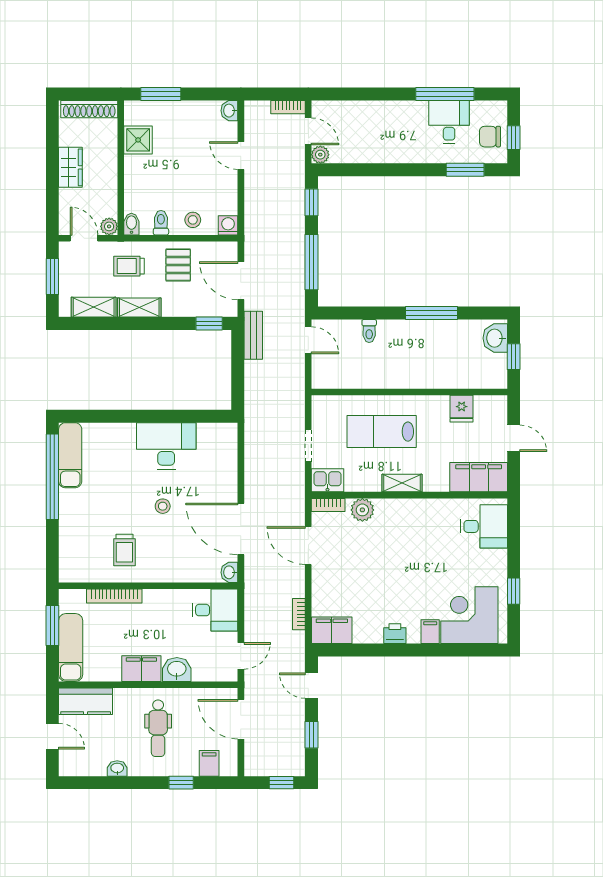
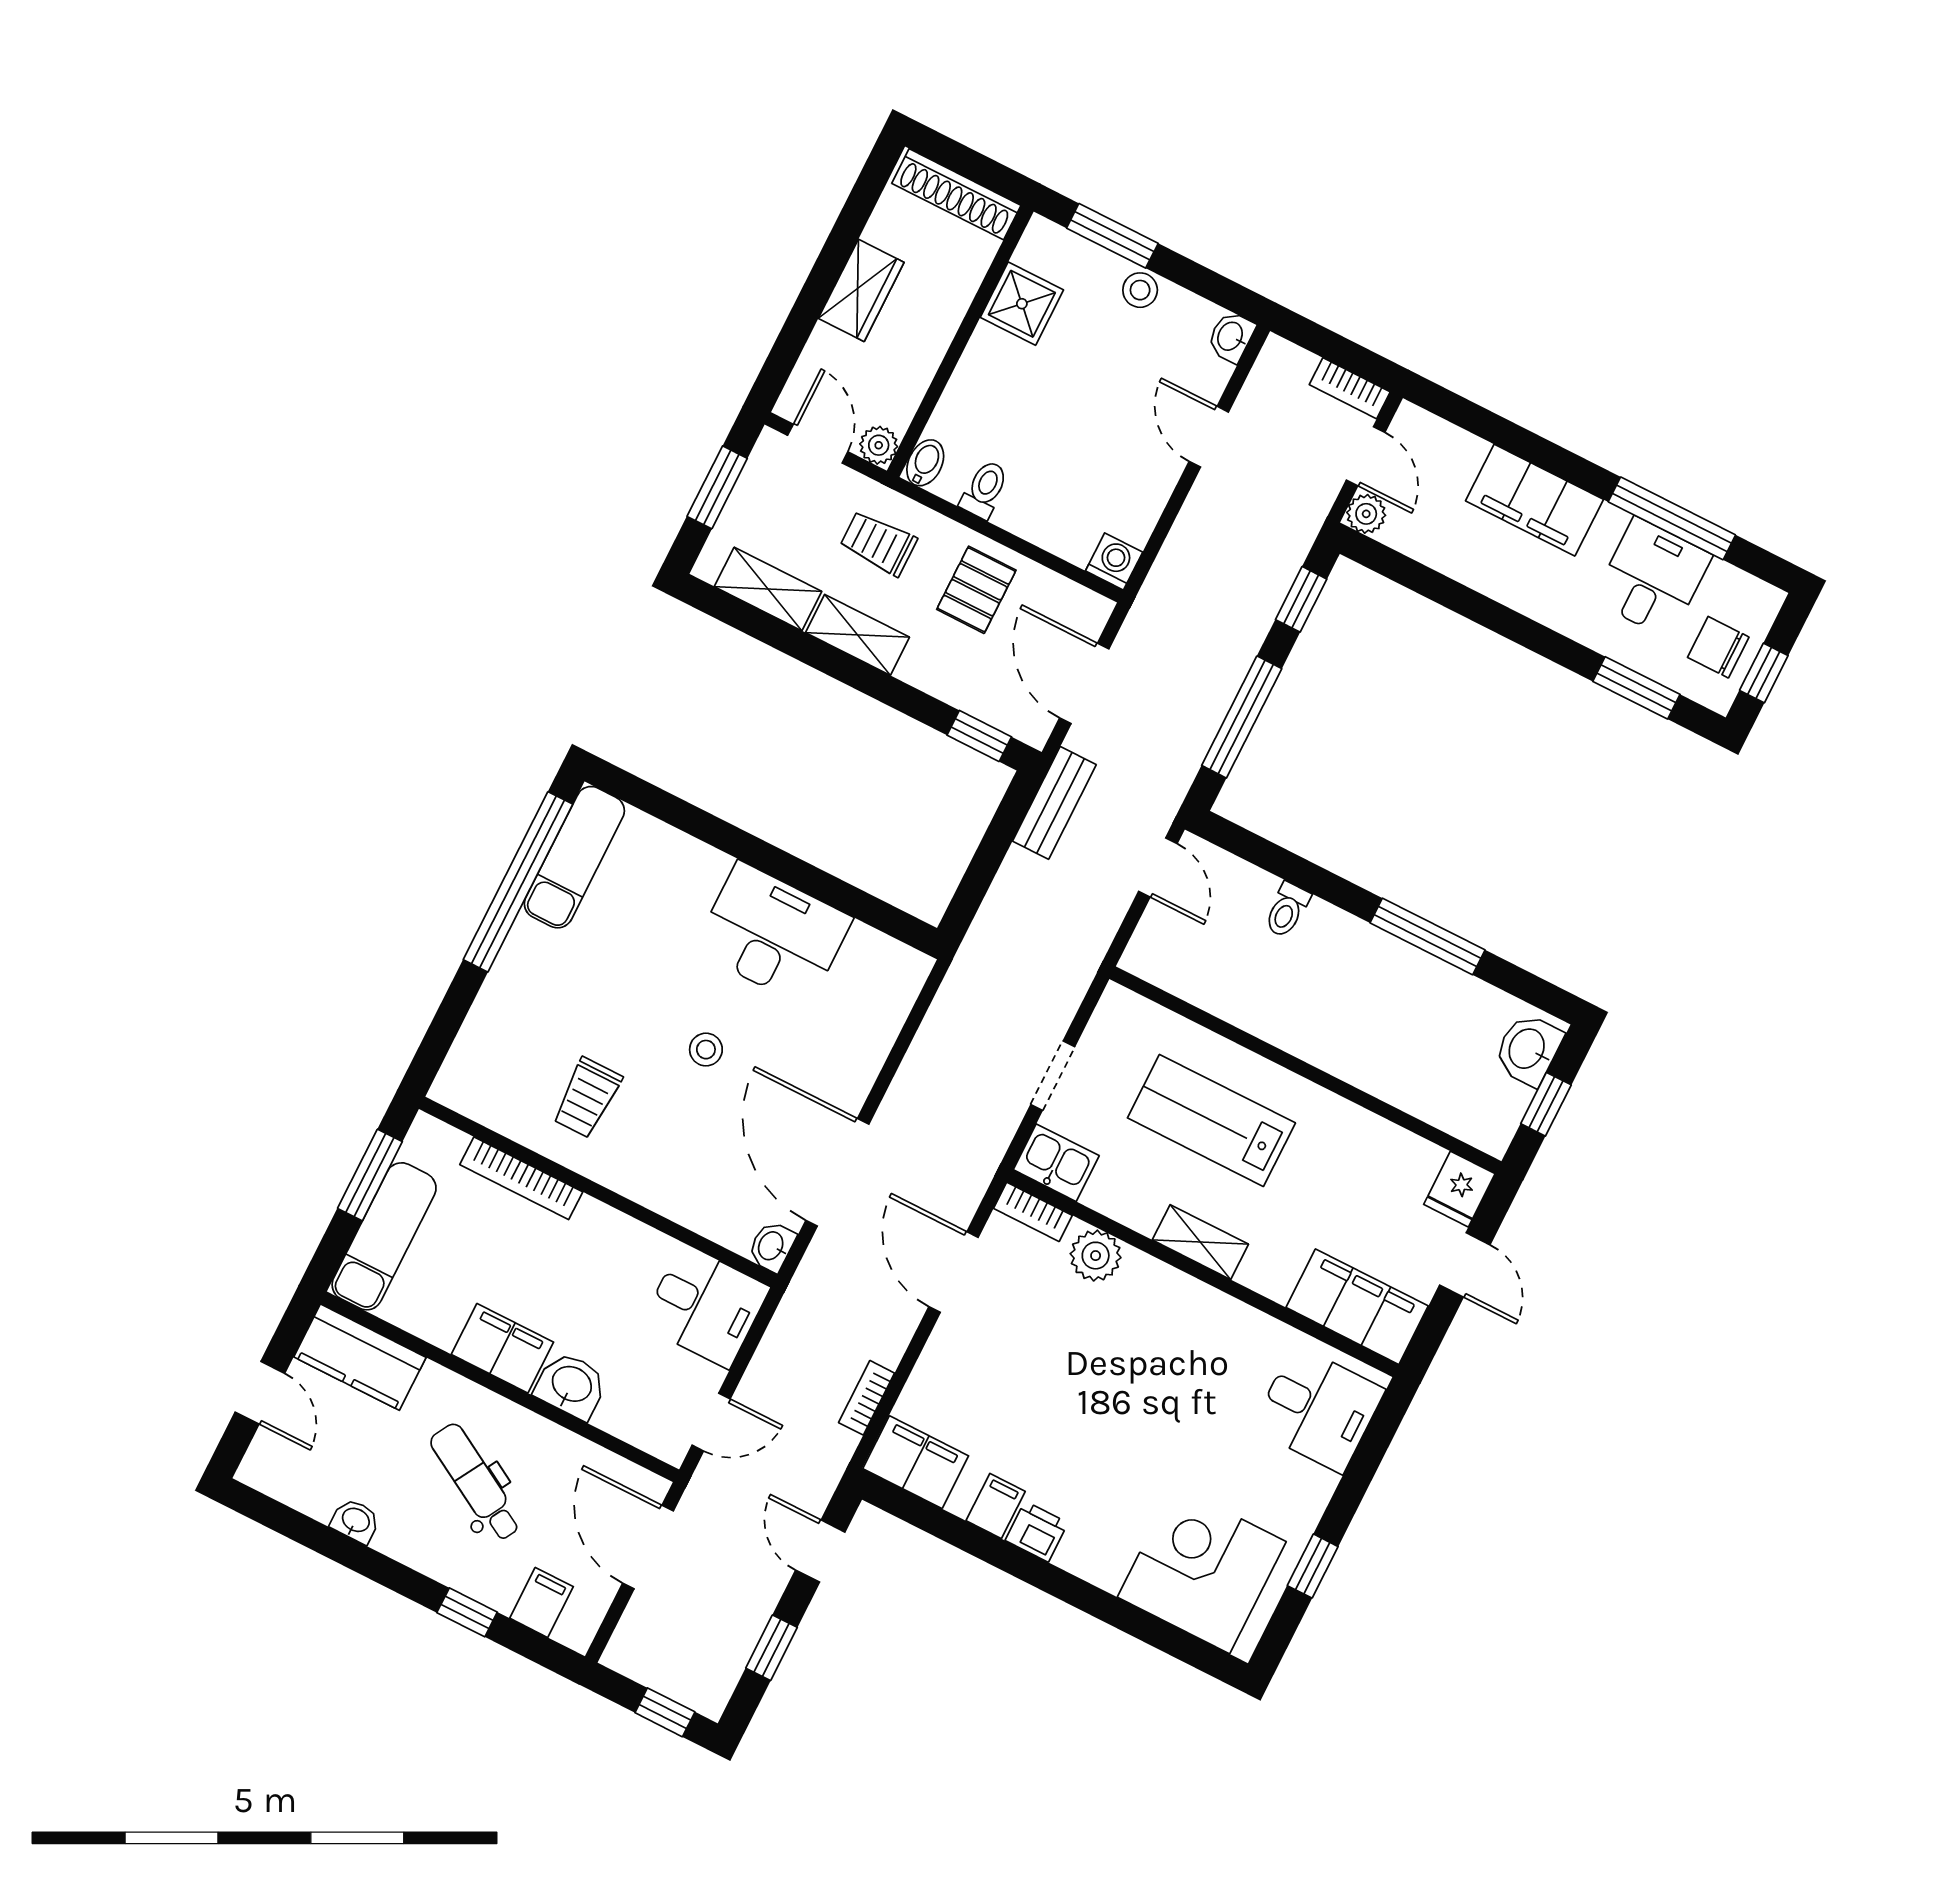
filing cabinet: (386, 115) -> (1535, 500), added
stool: (193, 220) -> (1140, 290), moved
fridge: (462, 409) -> (1459, 1189), moved
filing cabinet: (430, 632) -> (996, 1506), moved
dental chair: (158, 728) -> (476, 1482), turned 120

